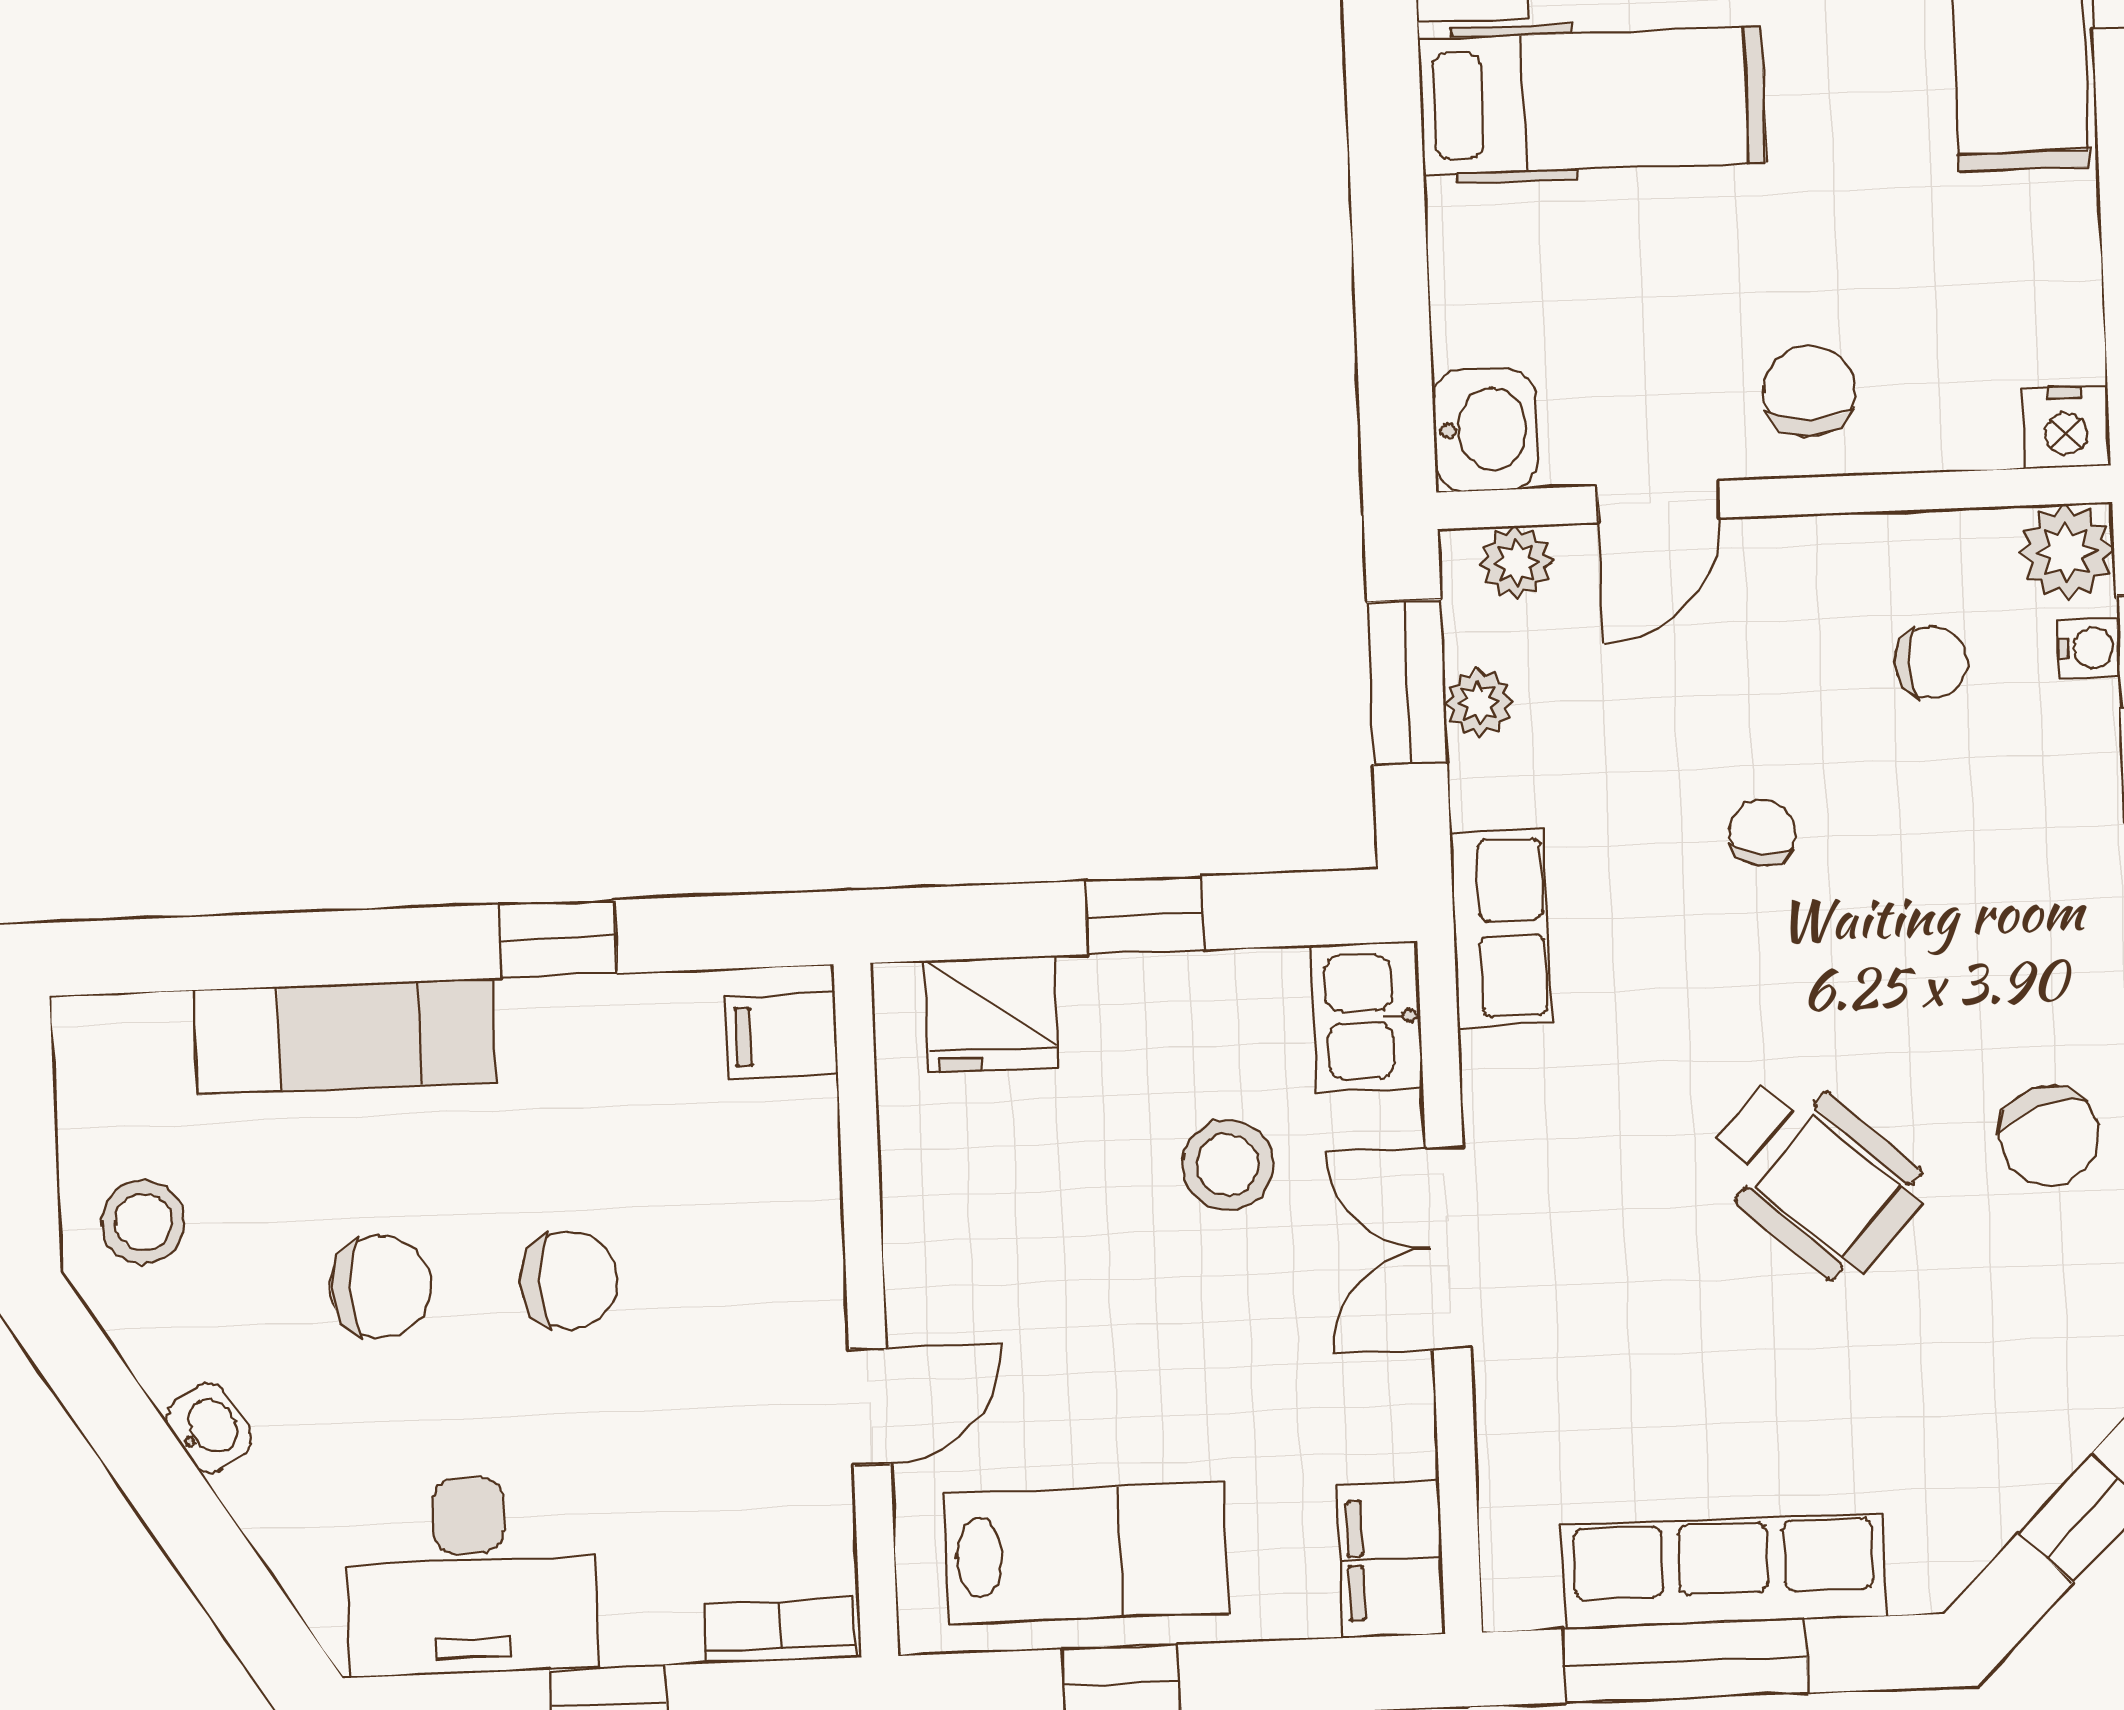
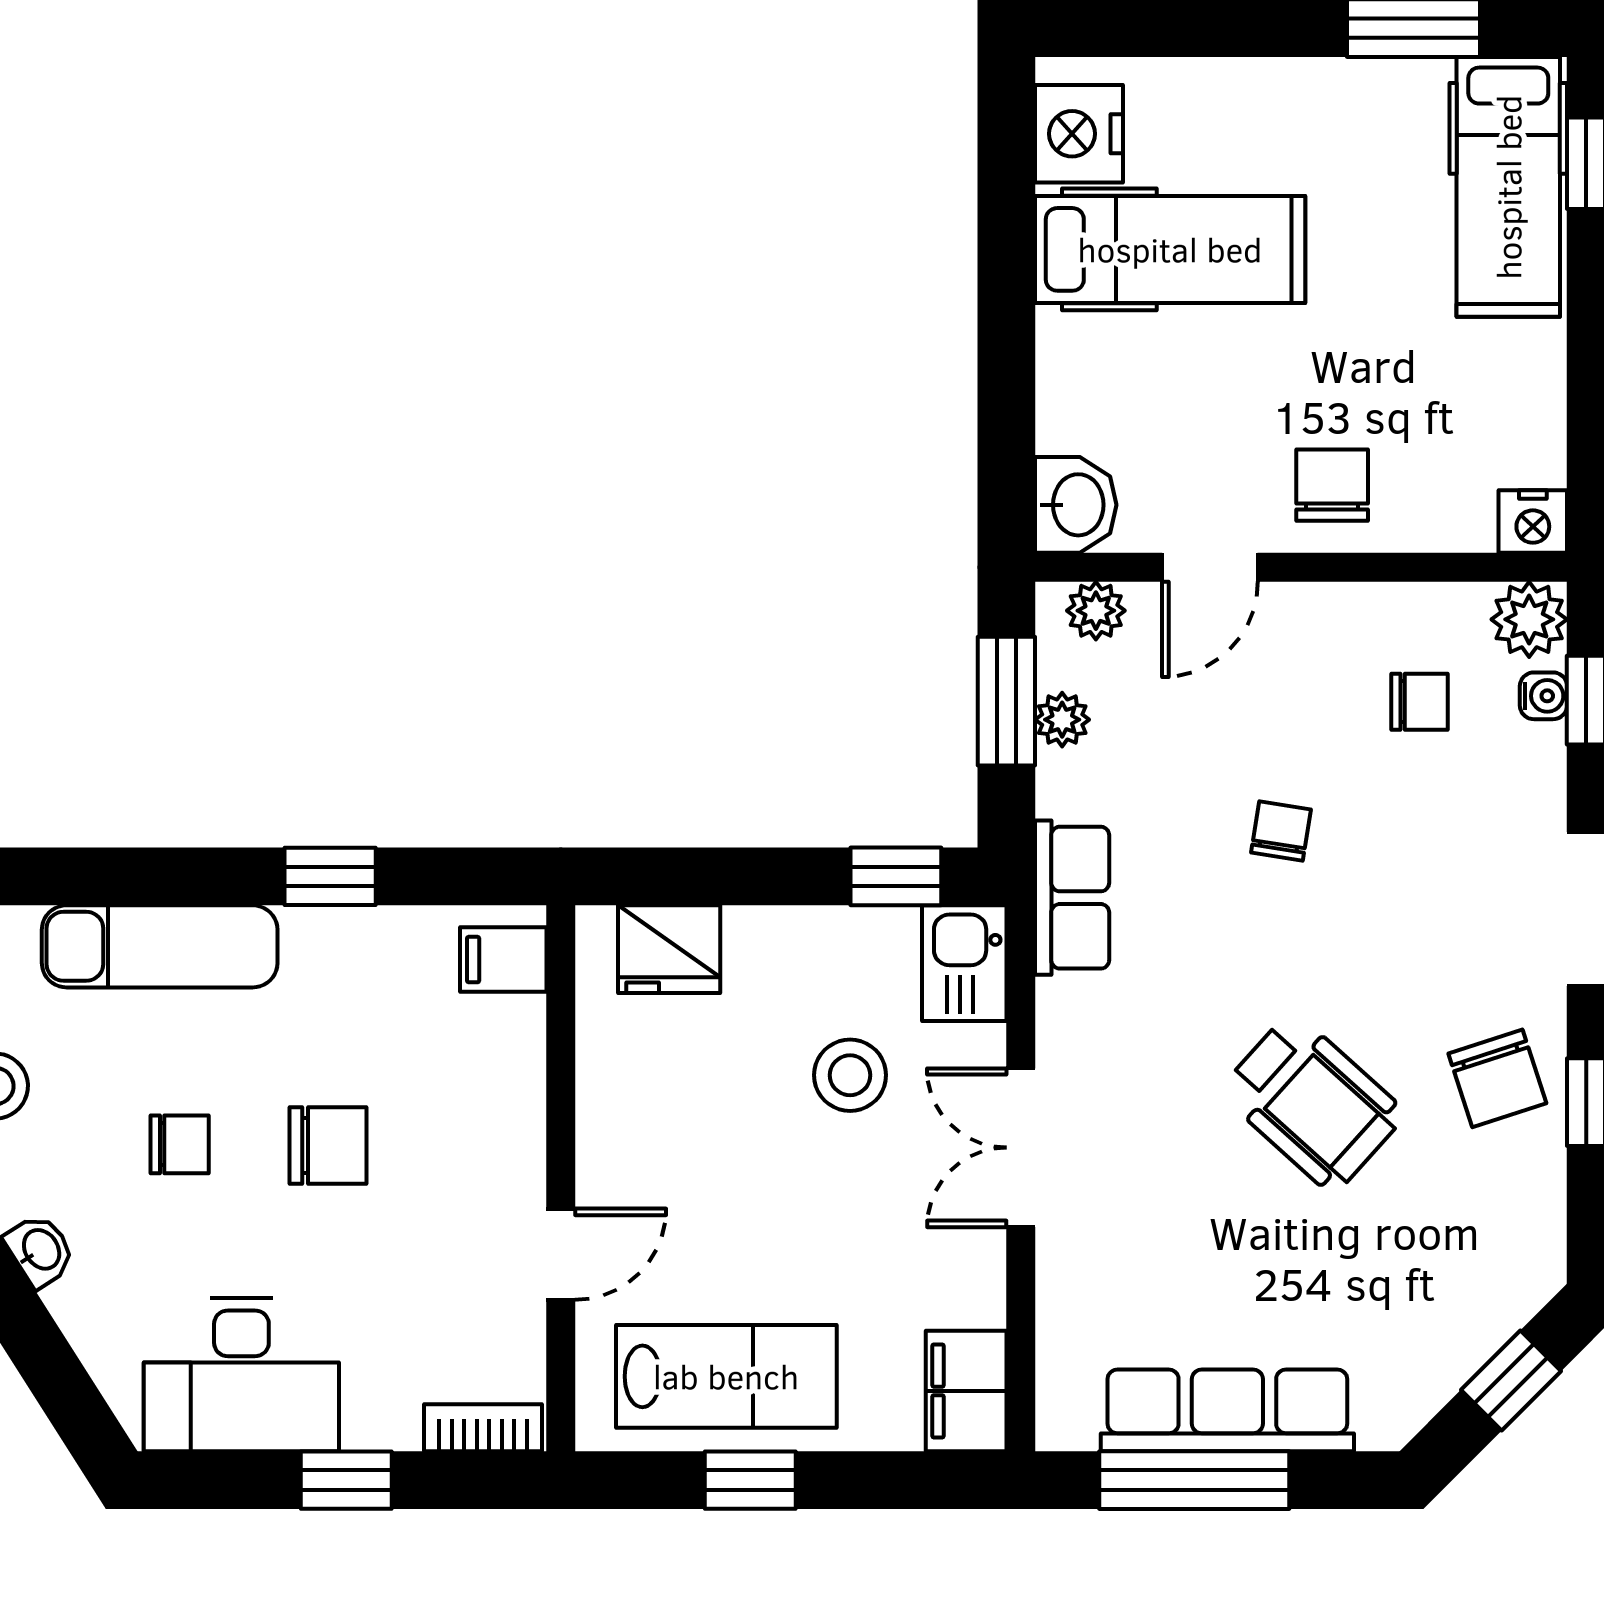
window: (1145, 915) -> (896, 876), moved
chair: (380, 1287) -> (180, 1144), width x0.73, depth x0.73

